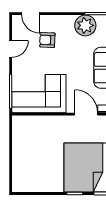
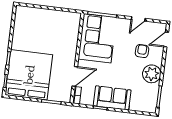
plant: (85, 25) -> (152, 74), moved
door: (11, 49) -> (138, 19), hinge flipped

